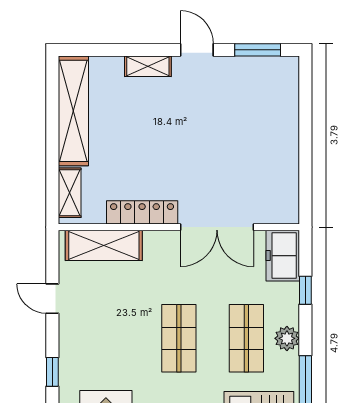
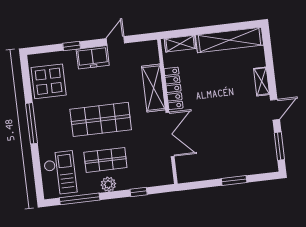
window: (305, 131) -> (234, 181), added
double door: (217, 227) -> (170, 134), swing flipped
shelving: (104, 245) -> (153, 88), moved
freezer: (283, 256) -> (93, 57), moved, turned 180
shop shelf: (179, 338) -> (101, 119), width x1.43, depth x1.36

